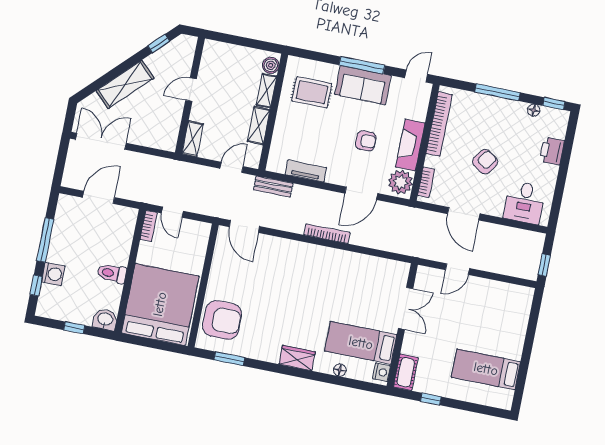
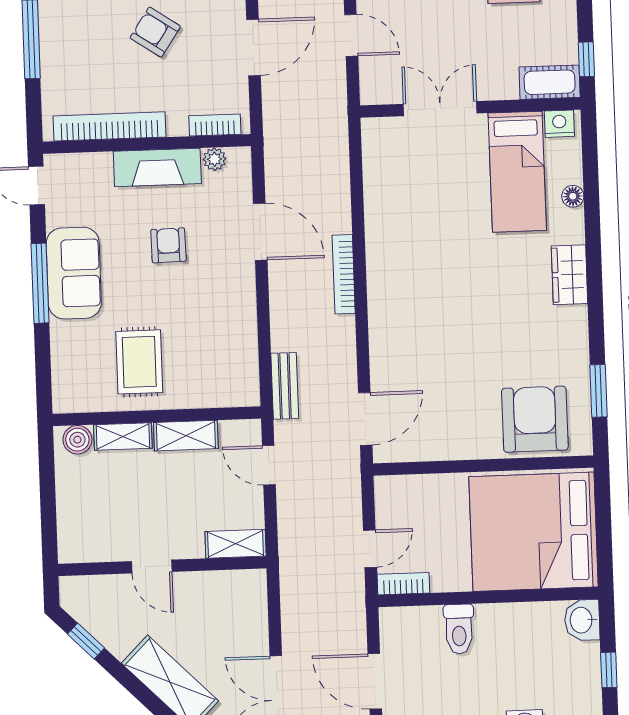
rug: (312, 92) -> (139, 362), moved
tv unit: (306, 171) -> (245, 336), removed
plant: (401, 182) -> (214, 159), width x0.53, depth x0.53
toilet: (112, 273) -> (459, 629), moved
window: (431, 399) -> (586, 59), moved

